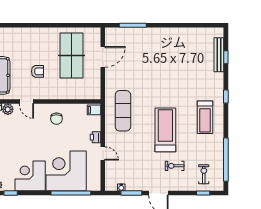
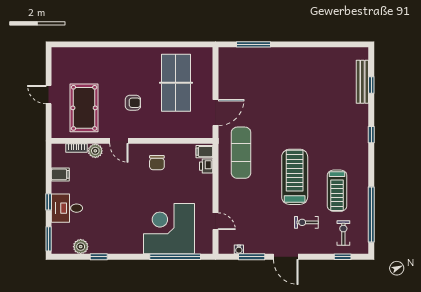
door: (103, 57) -> (216, 113), moved
treadmill: (205, 117) -> (337, 191), moved
printer: (95, 137) -> (206, 166), moved
door: (103, 154) -> (216, 221), moved
corner desk: (30, 176) -> (124, 235), removed

